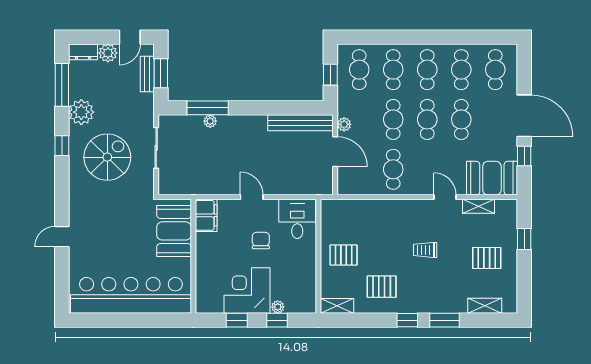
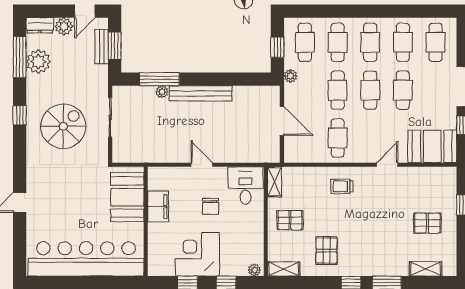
plant: (81, 112) -> (38, 62), moved
bench: (300, 123) -> (201, 93), moved
plant: (344, 124) -> (290, 76), moved
door: (445, 197) -> (387, 165), hinge flipped
shelving: (479, 206) -> (274, 182), moved, turned 90
filing cabinet: (206, 215) -> (158, 207), moved
chair: (261, 241) -> (211, 206), turned 180
trolley: (425, 250) -> (342, 186), moved
pallet: (382, 287) -> (326, 251), turned 90
plant: (278, 307) -> (254, 270), moved

